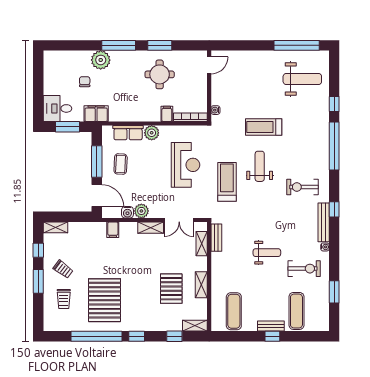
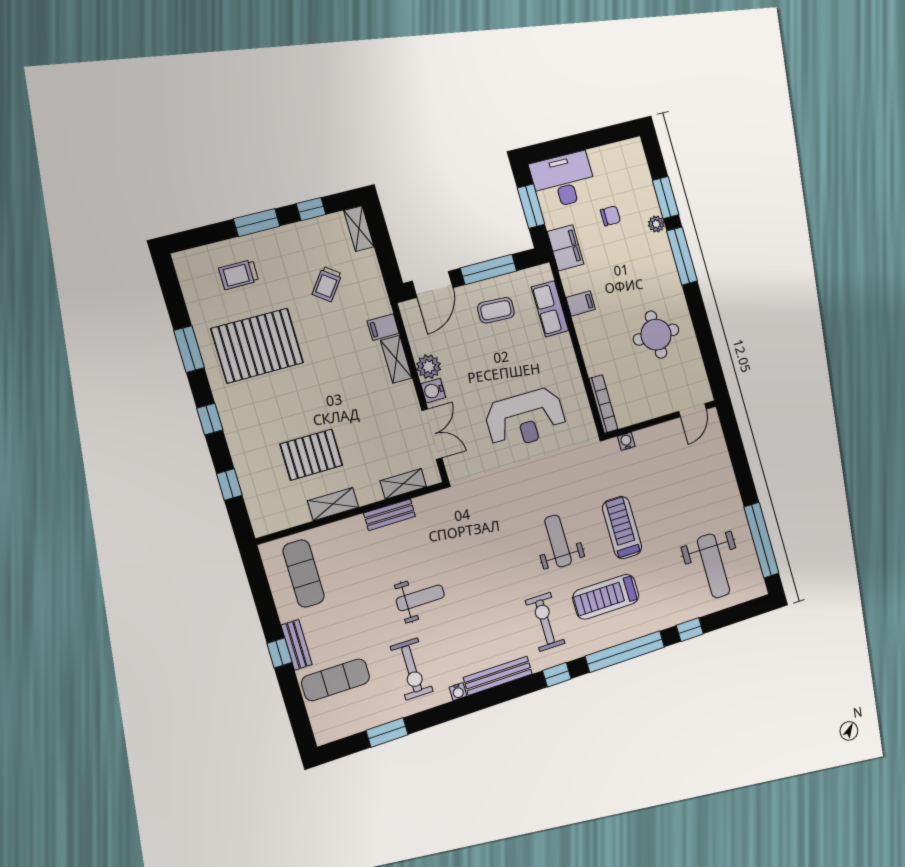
window: (160, 45) -> (666, 198), moved
plant: (101, 60) -> (656, 224), width x0.53, depth x0.53
door: (209, 65) -> (693, 410), hinge flipped
desk: (58, 108) -> (563, 180), width x1.37
filing cabinet: (167, 114) -> (581, 303), moved
plant: (152, 133) -> (561, 348), removed
weight bench: (260, 166) -> (558, 541), turned -90
treadmill: (227, 182) -> (606, 597), moved, turned 180
window: (334, 209) -> (557, 675), moved
water cooler: (127, 212) -> (433, 391), moved
double door: (179, 220) -> (432, 434), swing flipped
shelving: (151, 228) -> (396, 359), moved
bench: (216, 238) -> (390, 515), moved
weight bench: (267, 253) -> (420, 598), turned -90
trolley: (63, 269) -> (327, 284), moved
exercise mat: (234, 311) -> (304, 573), turned 90
shelving: (195, 326) -> (259, 514), removed
window: (97, 336) -> (189, 349), width x0.47

